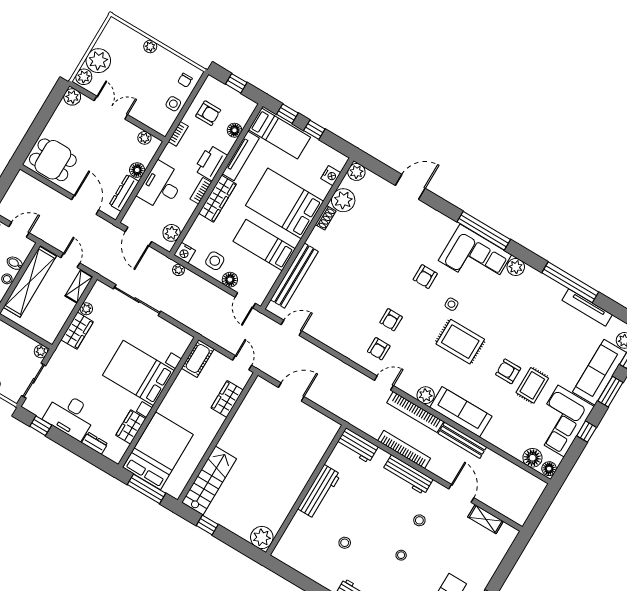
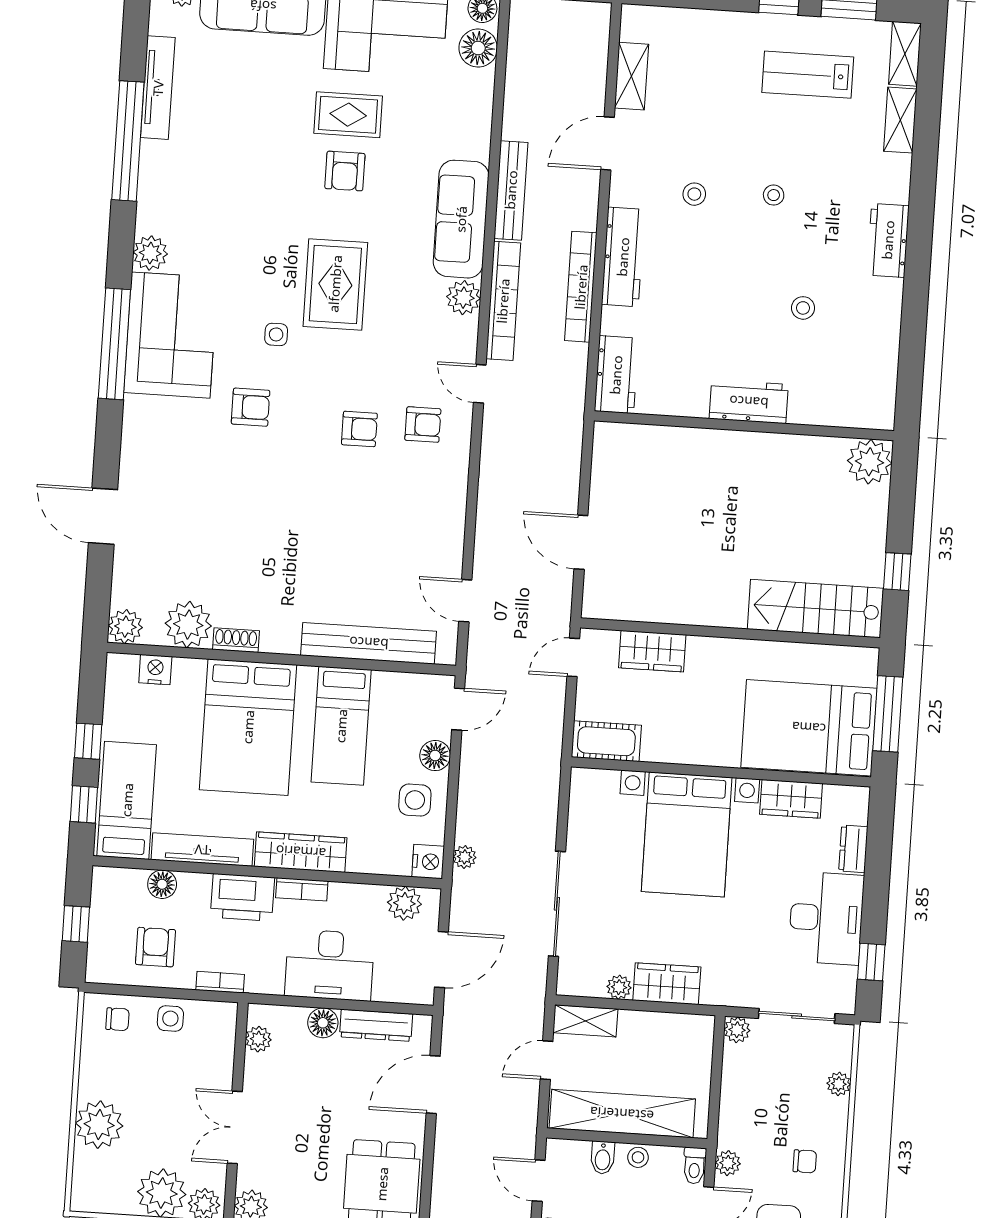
plant: (150, 46) -> (99, 1125), width x1.88, depth x1.88
workbench: (319, 492) -> (749, 402), width x0.73

